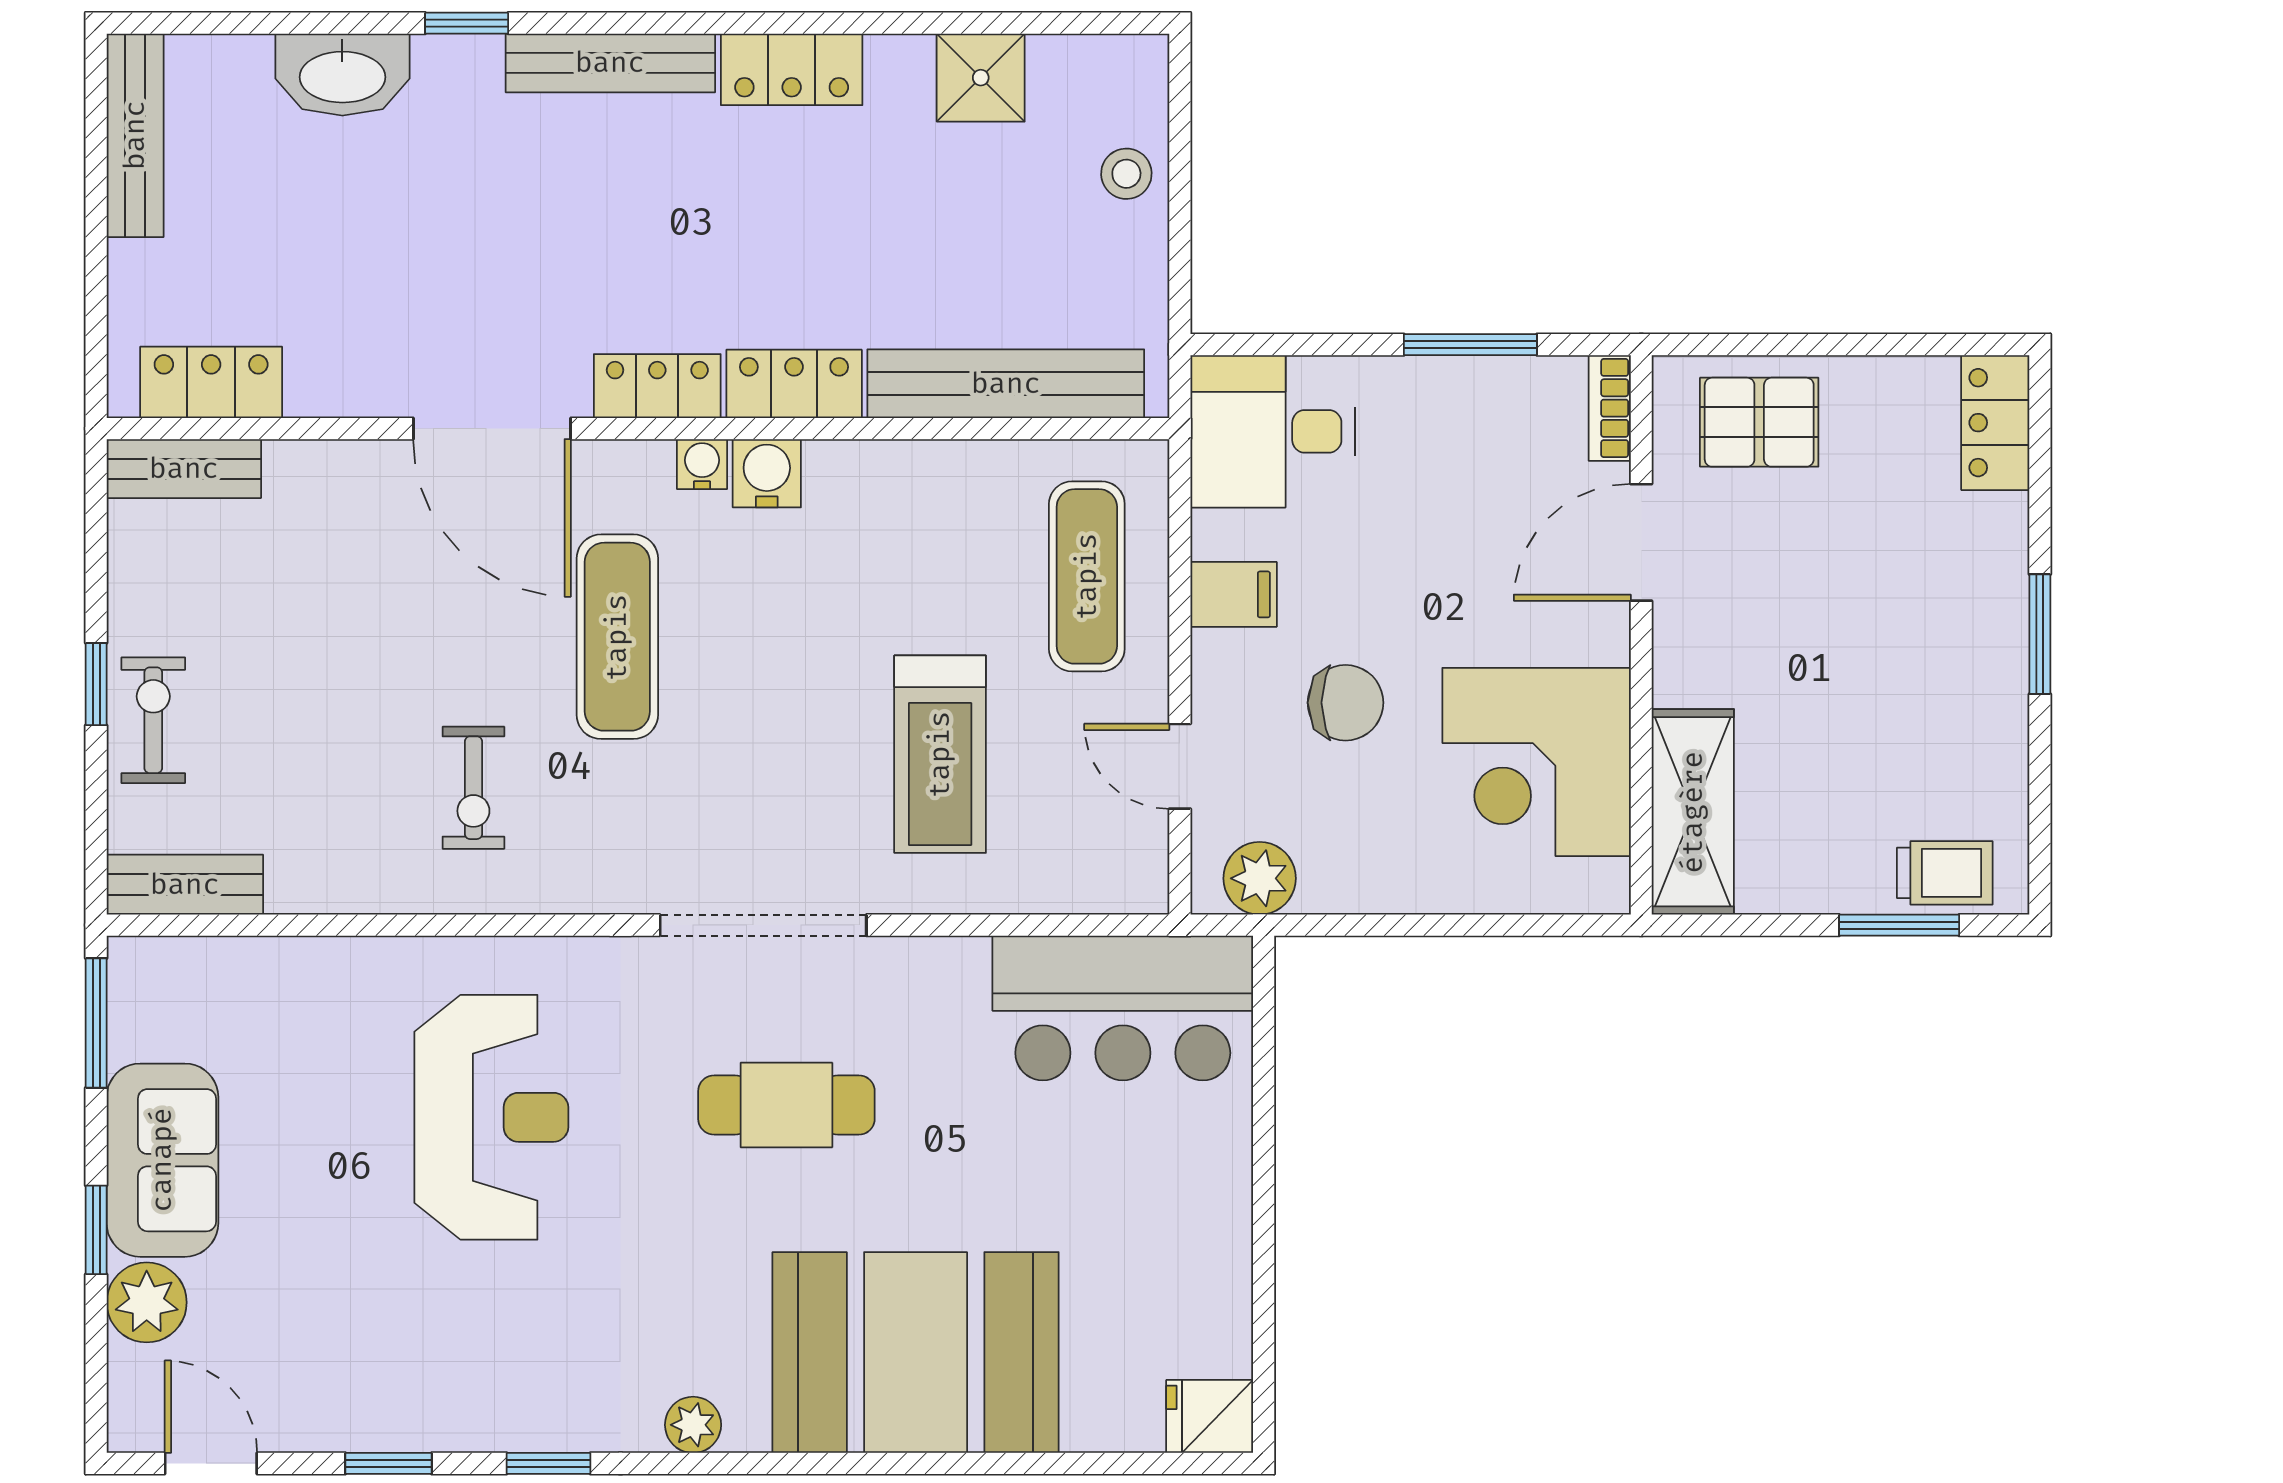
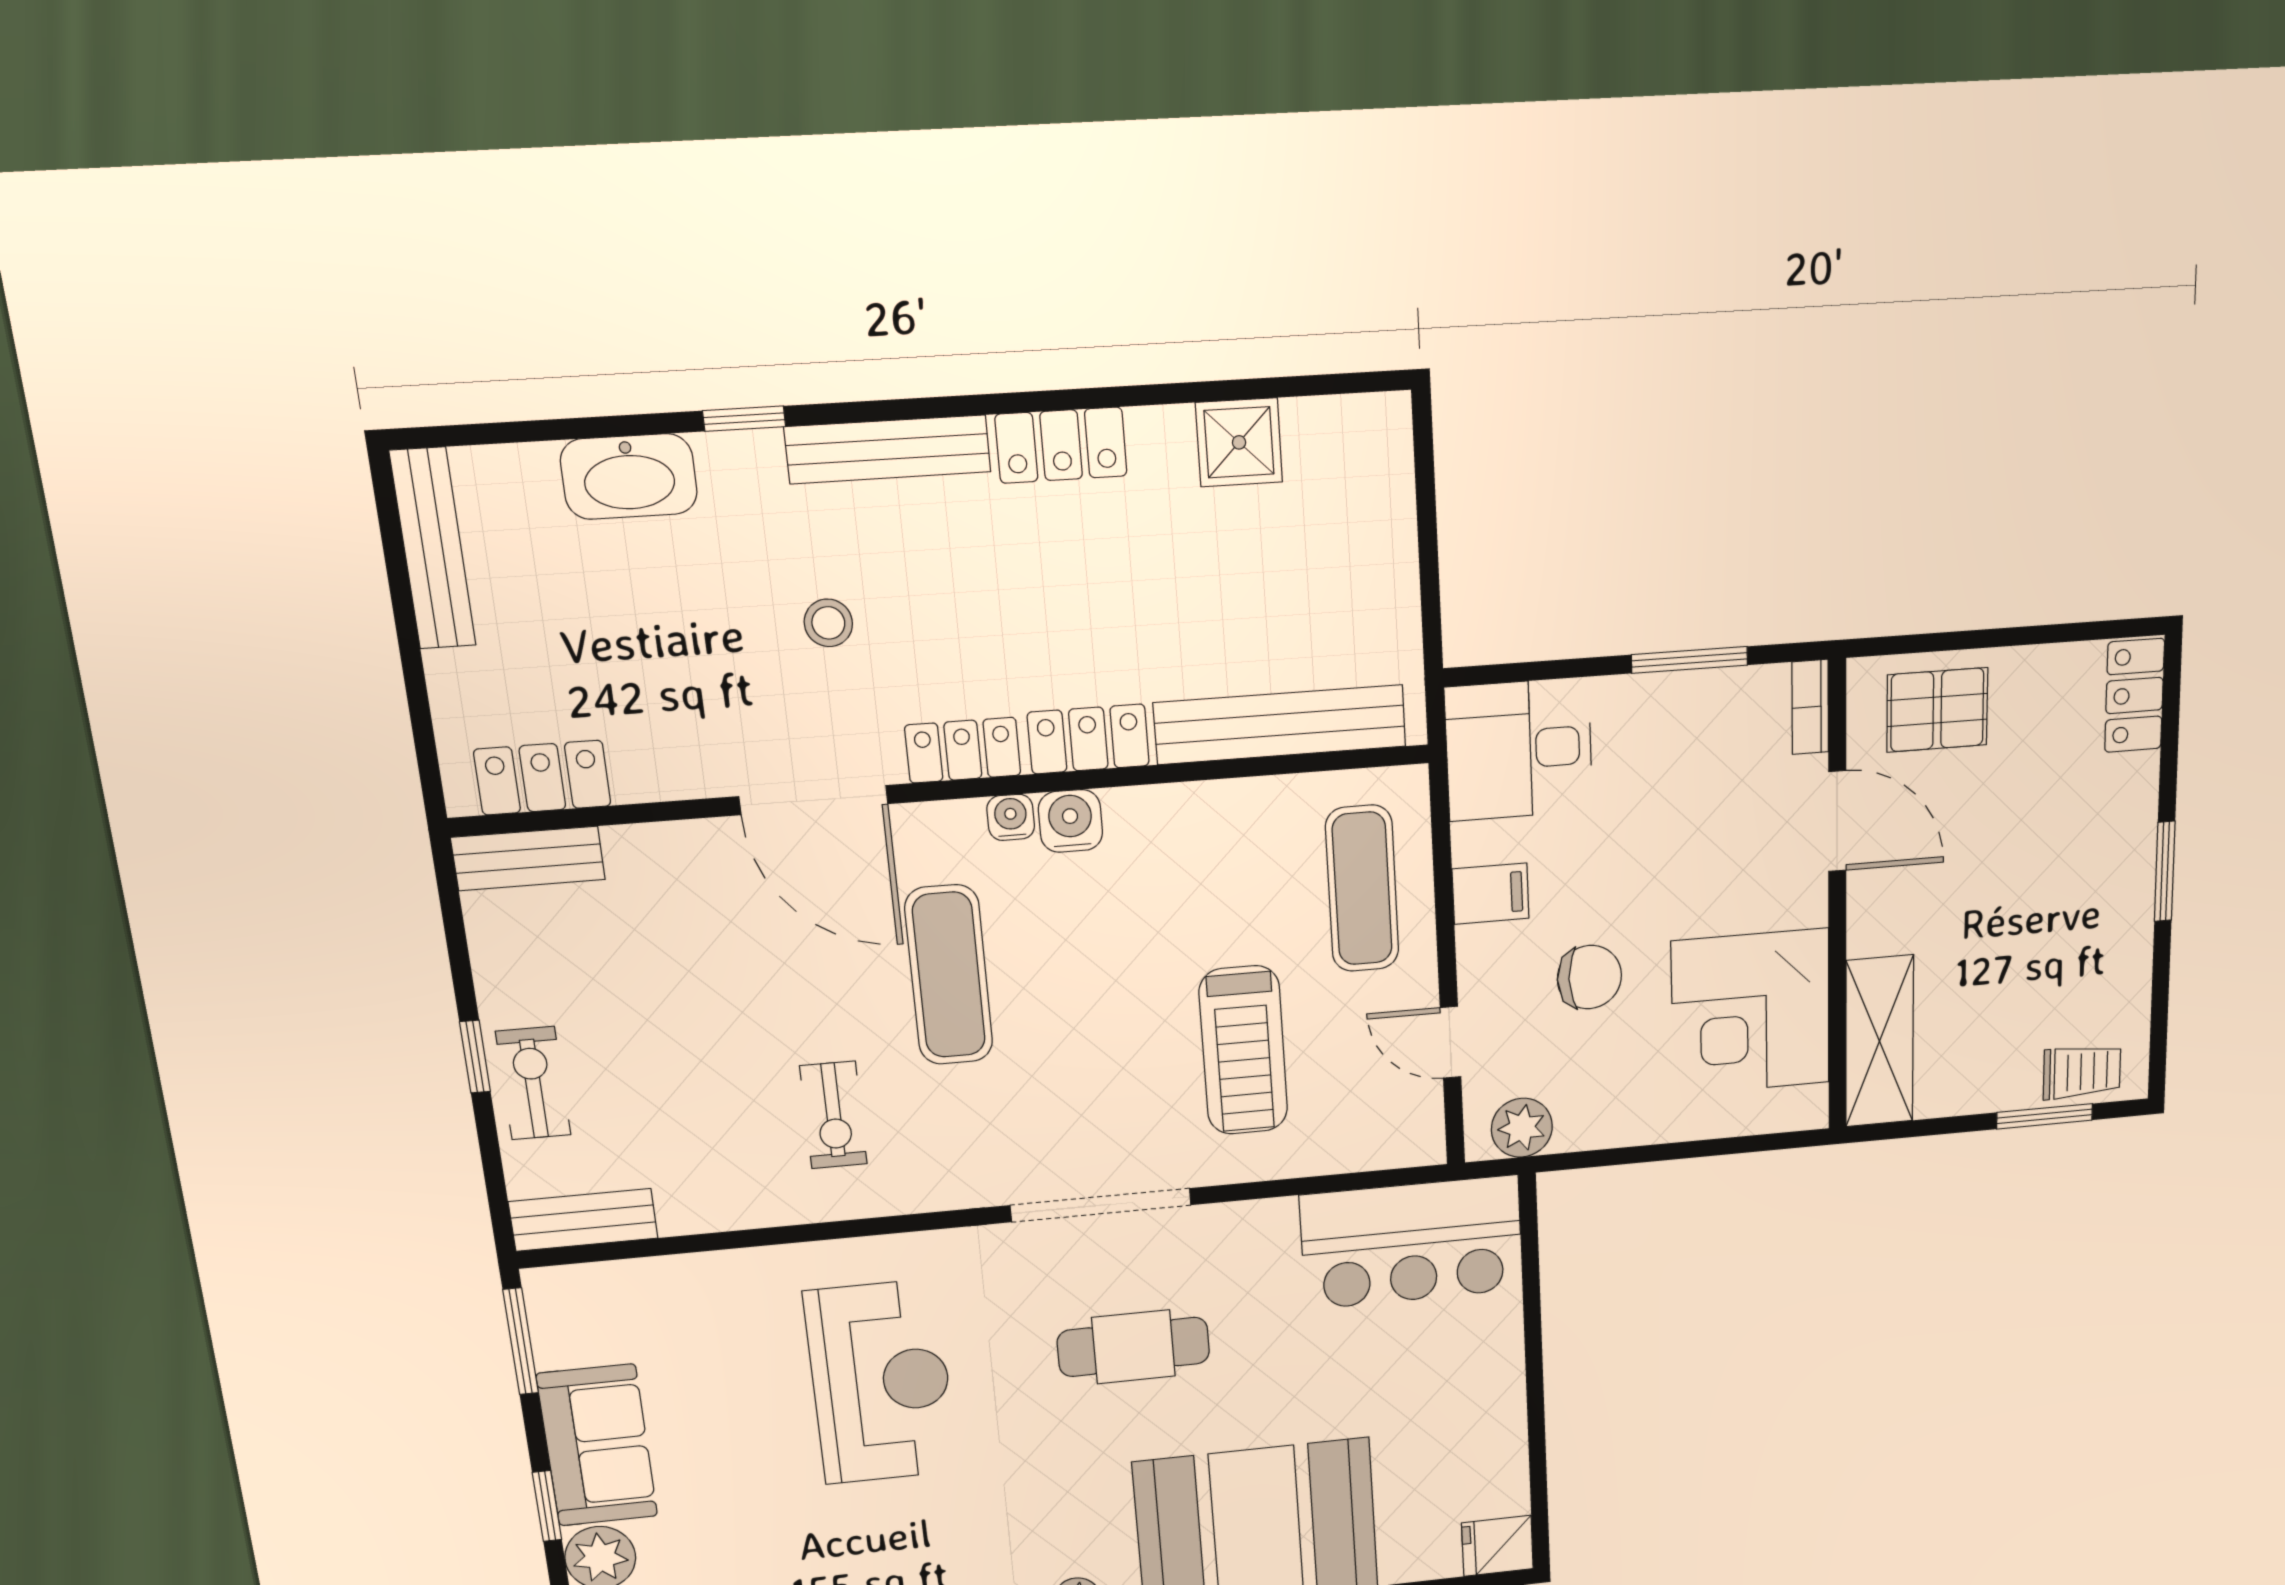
stool: (1126, 174) -> (828, 623), moved
door: (1641, 542) -> (1837, 821), swing flipped

